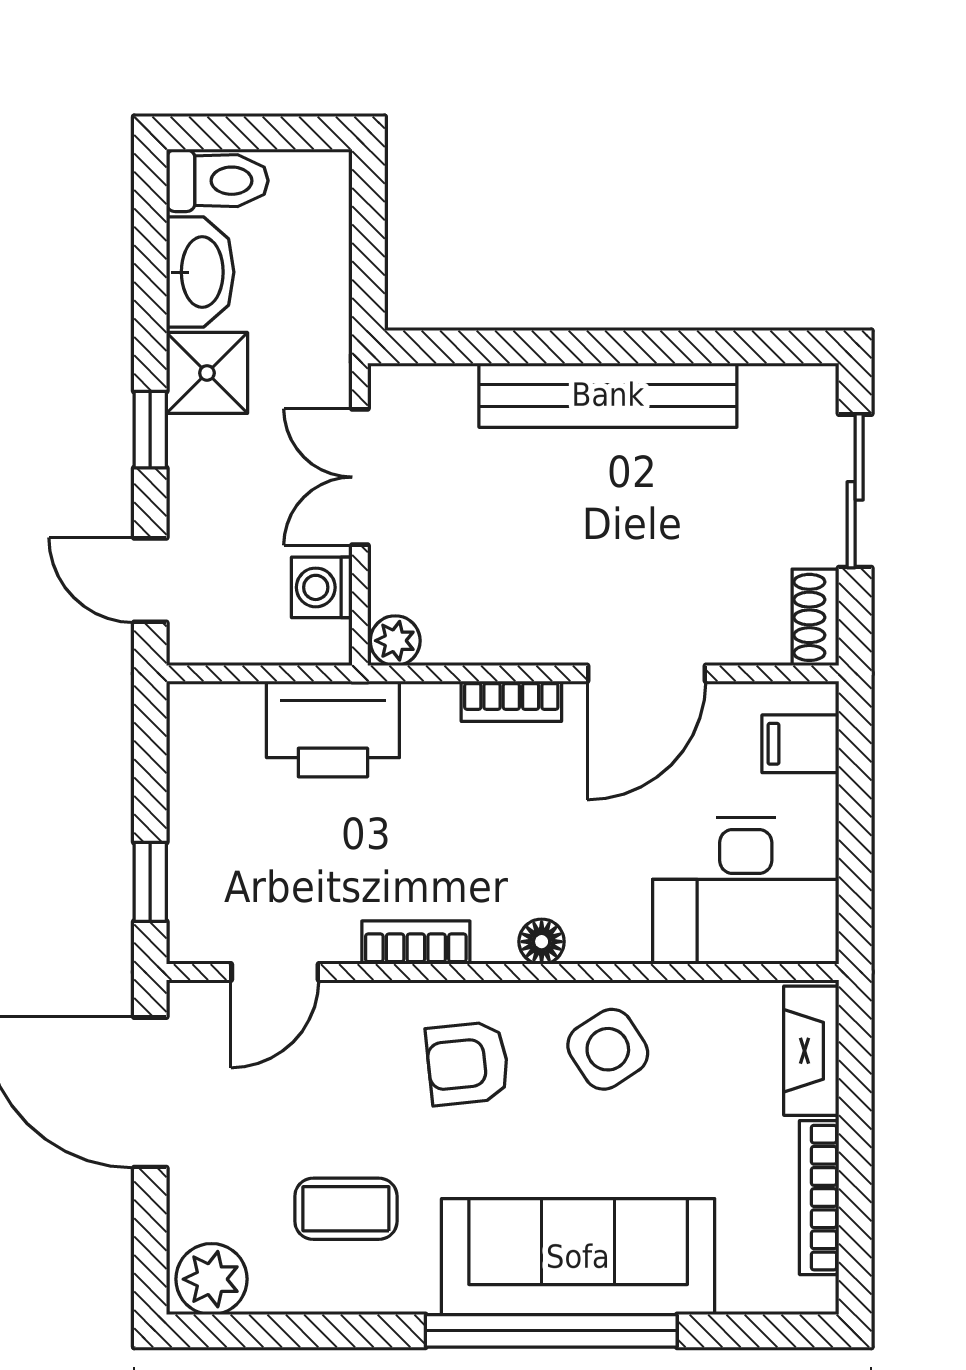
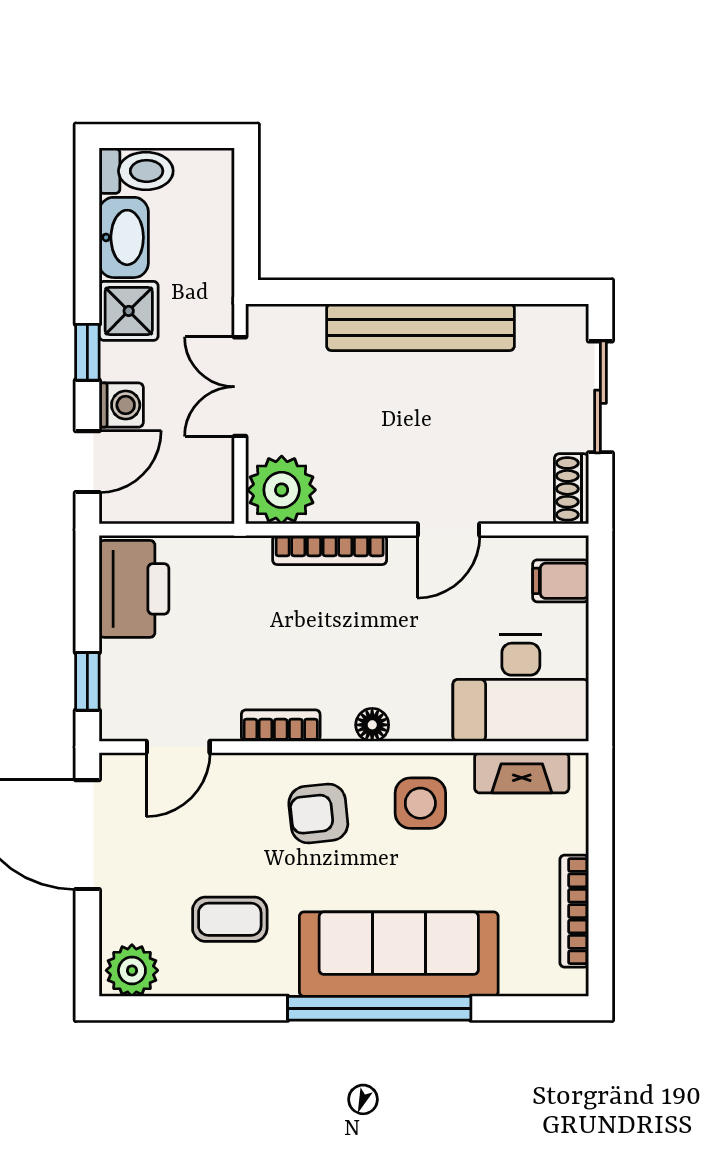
door: (150, 580) -> (87, 462), swing flipped
washing machine: (322, 587) -> (121, 405), moved, turned 180
plant: (395, 641) -> (282, 490), width x1.87, depth x1.87
door: (646, 673) -> (449, 530), width x0.73
bookcase: (511, 701) -> (330, 550), width x1.56
printer: (333, 729) -> (134, 589), moved, turned -90
side table: (608, 1049) -> (420, 803), turned 33
fireplace: (811, 1051) -> (522, 773), moved, turned -90

